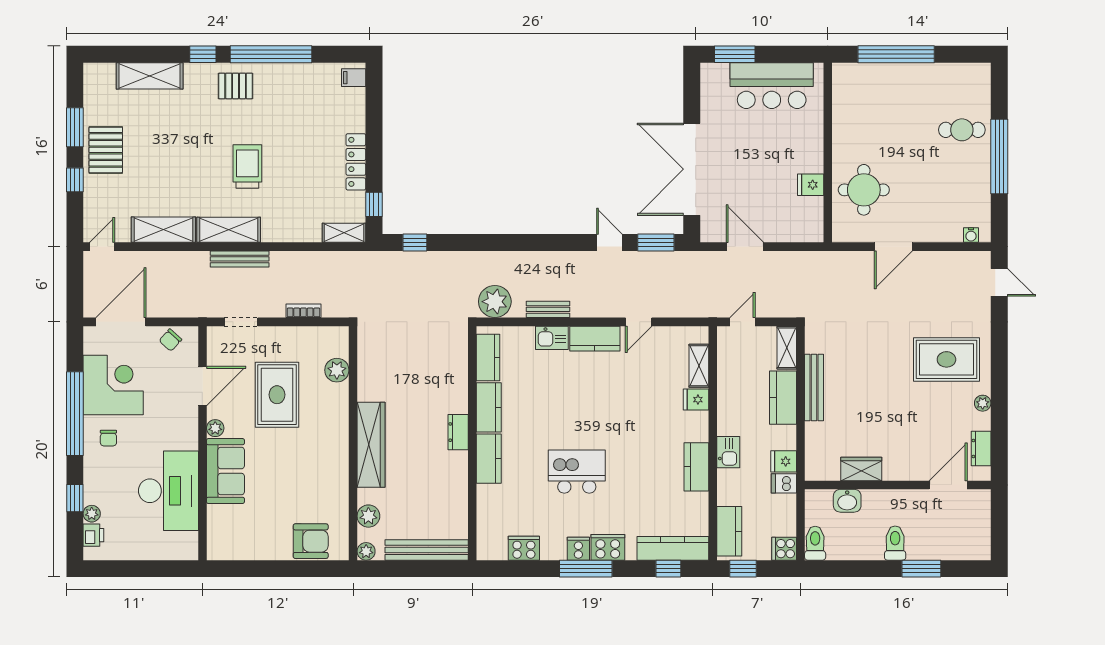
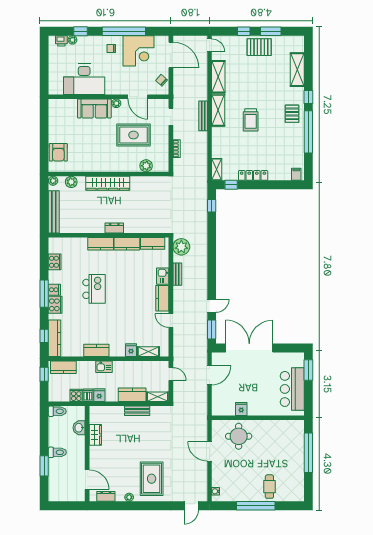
trolley: (247, 166) -> (251, 120), turned 90
bench: (814, 388) -> (137, 411), width x0.73
cooker: (784, 549) -> (76, 395), moved

